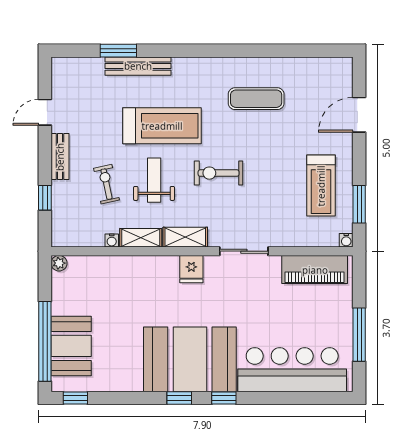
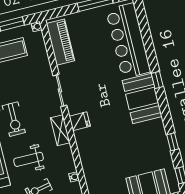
shelving: (141, 238) -> (68, 159), removed
booth: (190, 359) -> (142, 98), width x0.73, depth x0.70
window: (179, 398) -> (173, 142), moved

